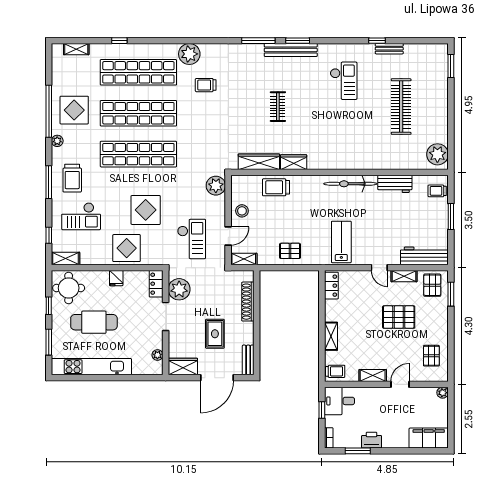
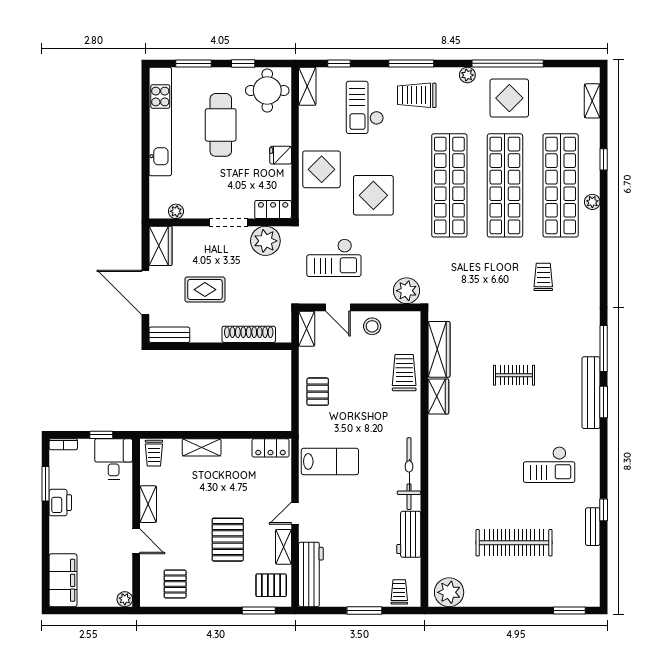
plant: (189, 54) -> (592, 202), moved, width x0.53, depth x0.53
pallet: (431, 356) -> (175, 584), turned 90

